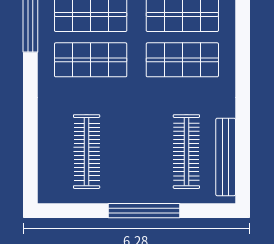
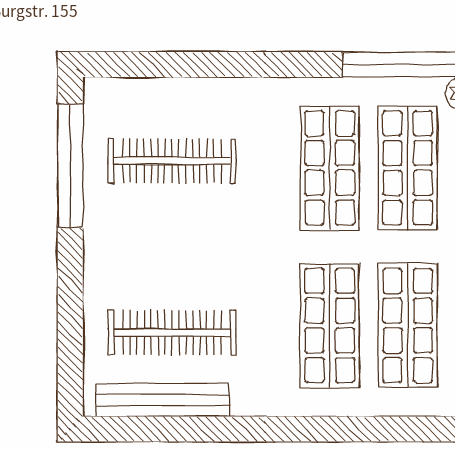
window: (144, 211) -> (70, 166), moved

